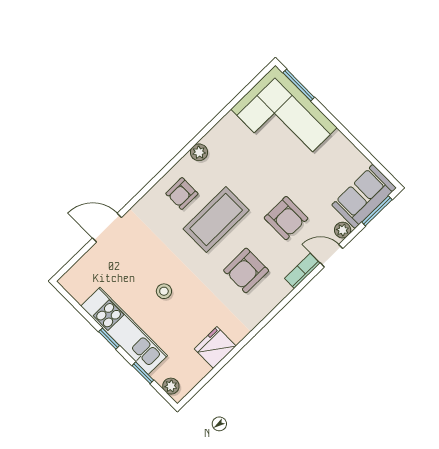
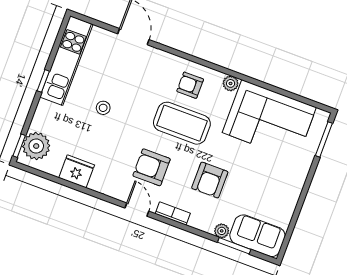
corner sofa: (284, 118) -> (269, 120), moved, turned -90
window: (377, 211) -> (234, 246), moved
door: (331, 256) -> (137, 210), moved
kitchen unit: (124, 331) -> (66, 61), moved
window: (143, 373) -> (19, 146), moved
plant: (171, 386) -> (36, 146), width x1.87, depth x1.87

